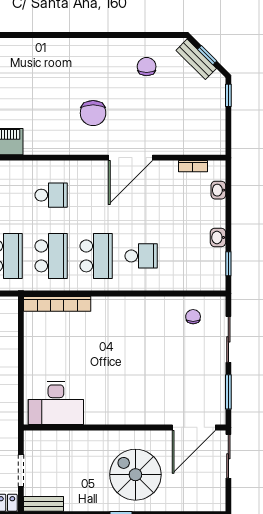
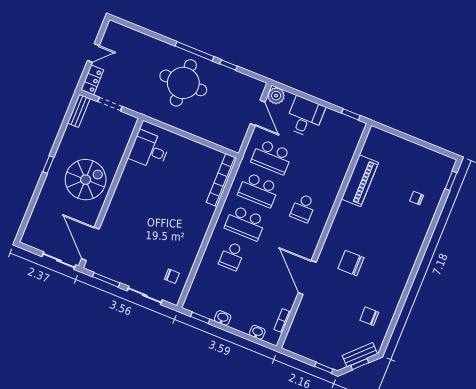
chair: (147, 67) -> (369, 316), turned 180
desk: (56, 403) -> (149, 150), width x0.73
spiral stairs: (135, 475) -> (86, 180), moved

